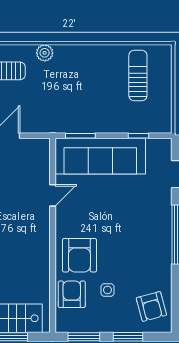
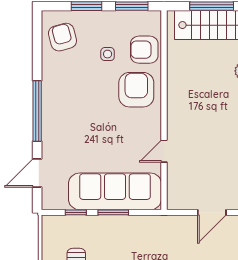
window: (80, 136) -> (113, 212), moved
armchair: (72, 294) -> (144, 50), turned 90

